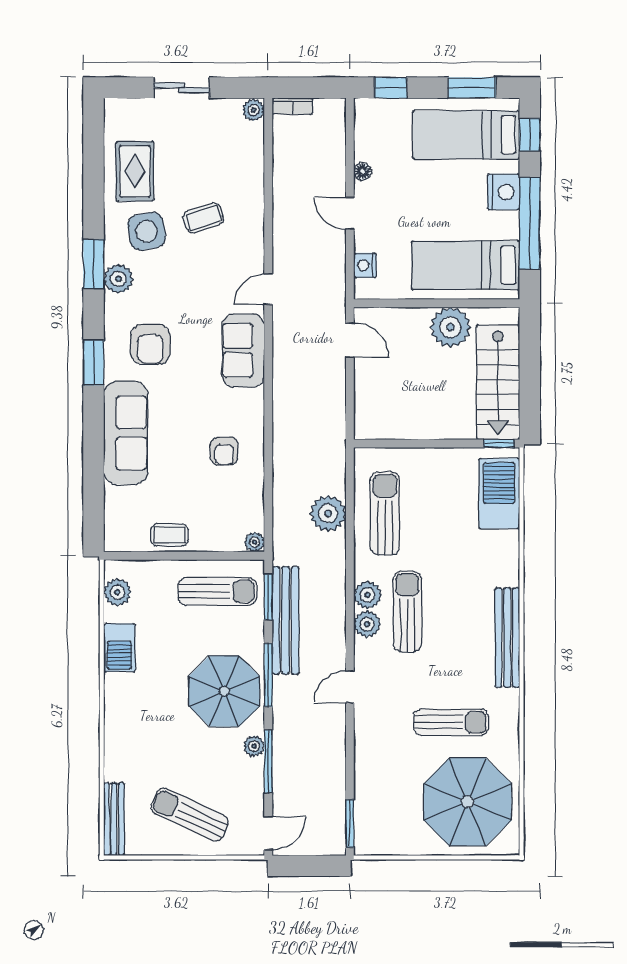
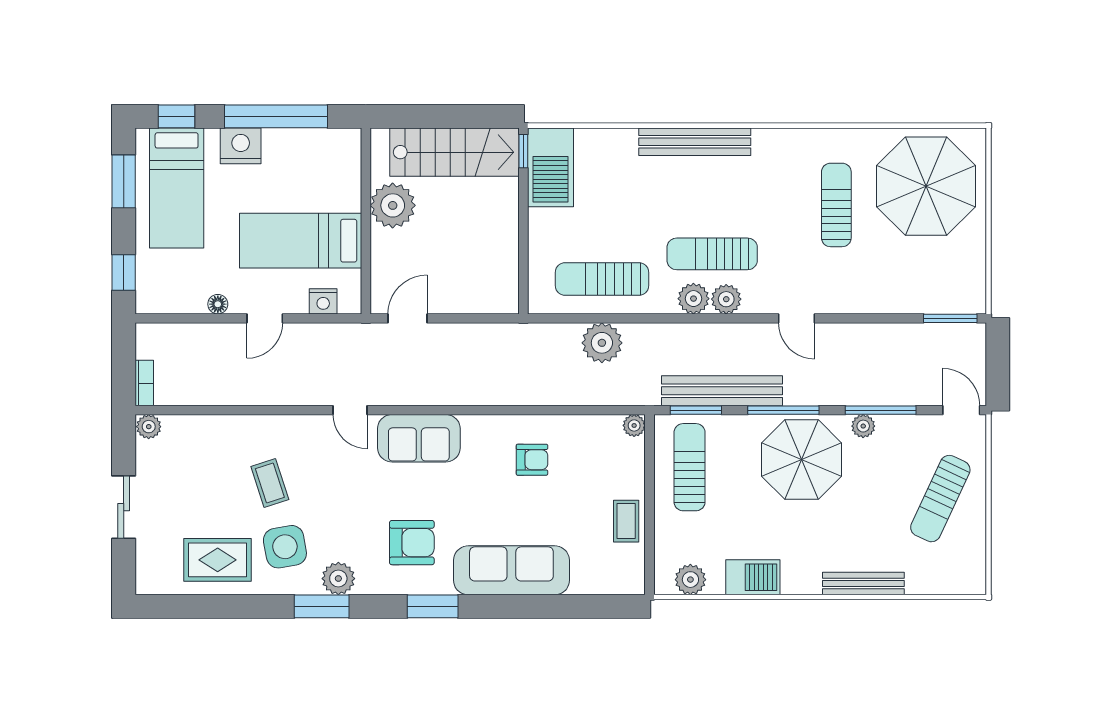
bed: (465, 265) -> (301, 241), moved, turned 90
barbecue: (499, 494) -> (551, 167), moved, turned -90
bench: (507, 638) -> (695, 142), moved
bench: (114, 819) -> (863, 583), moved

